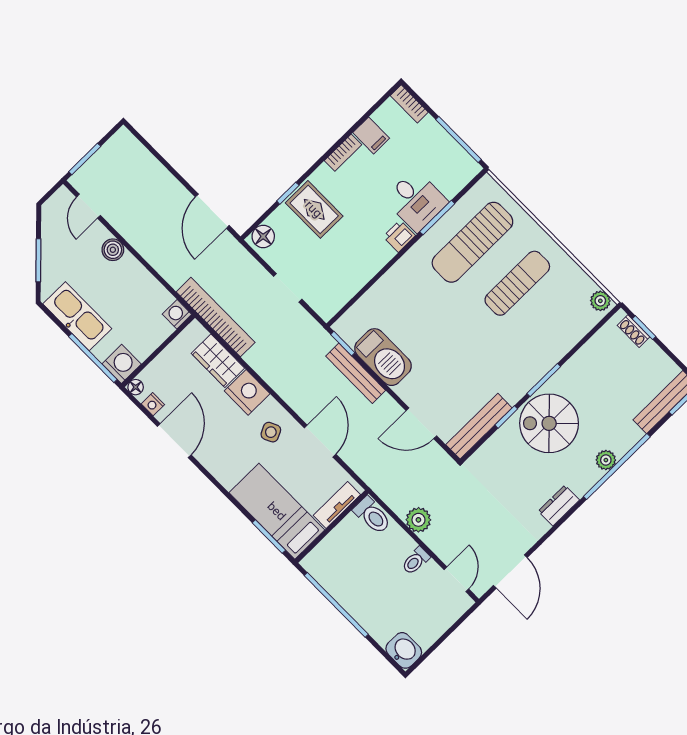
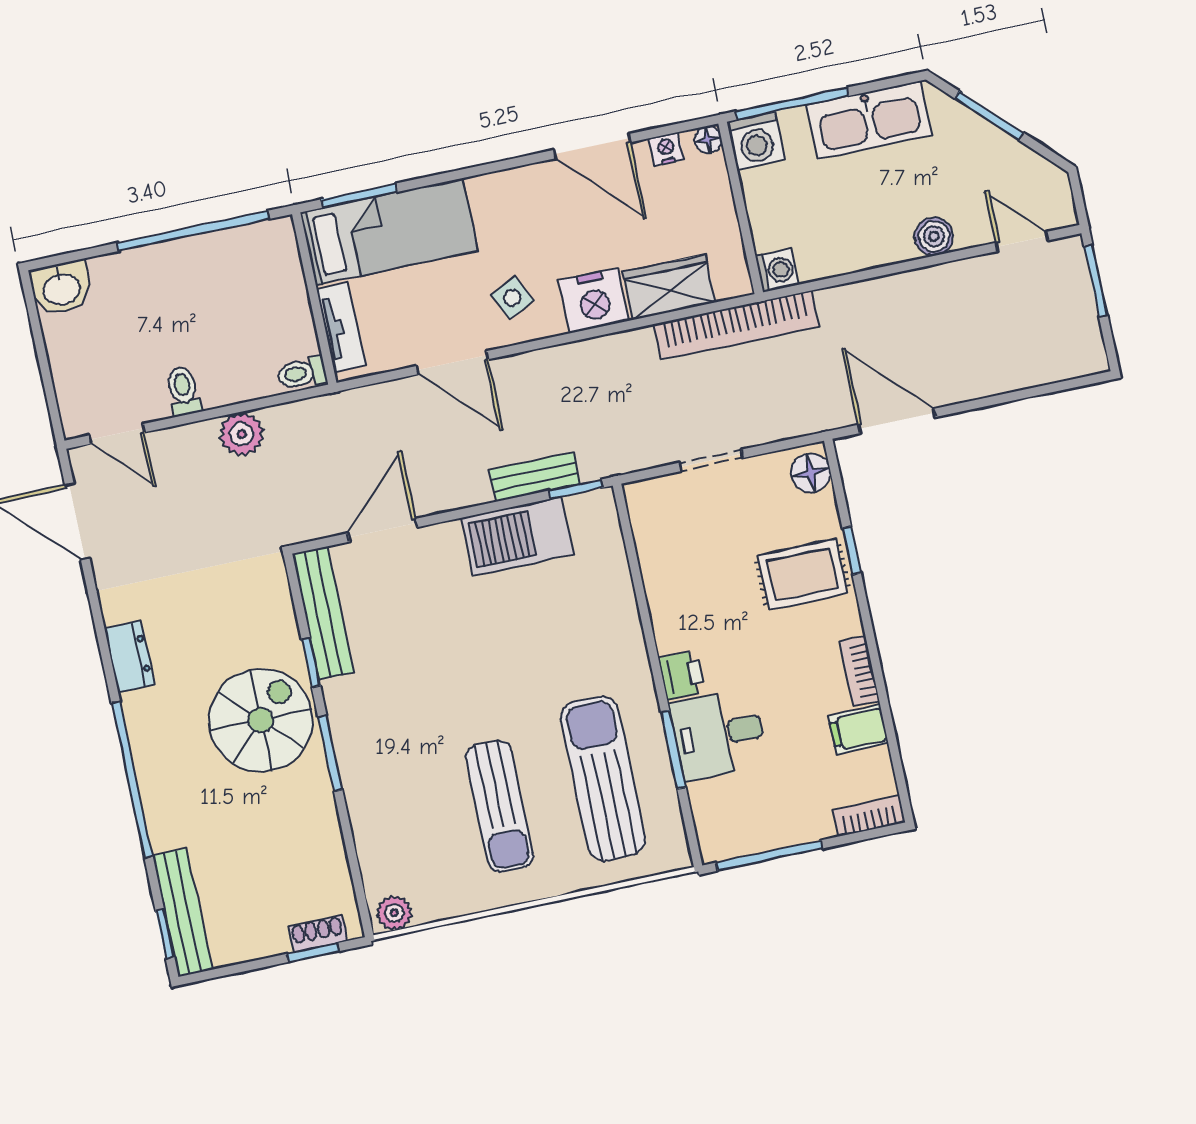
bench: (356, 373) -> (535, 477), width x0.73
plant: (606, 460) -> (152, 770), removed
toilet: (372, 515) -> (302, 373), width x0.73, depth x0.72

